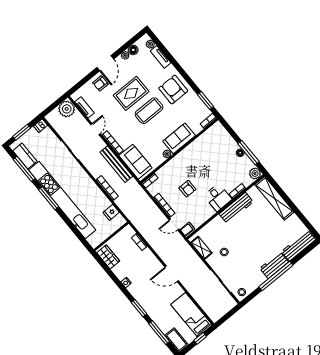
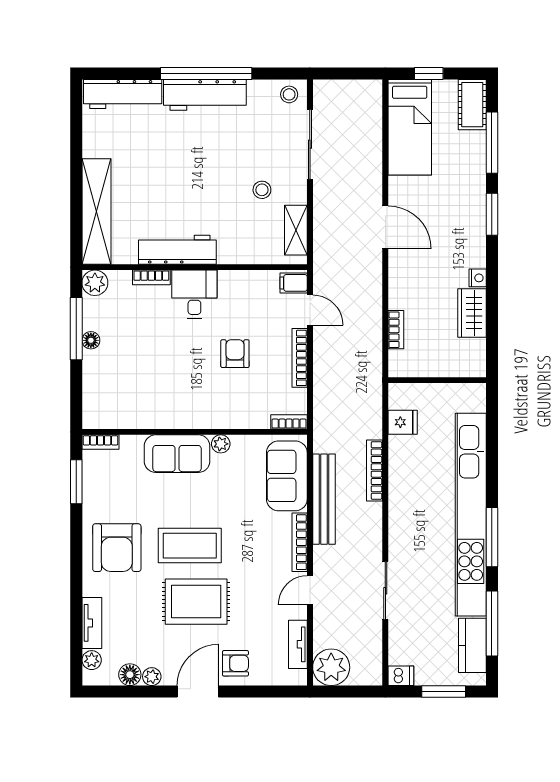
wardrobe: (108, 257) -> (472, 313), moved
workbench: (274, 265) -> (205, 95), width x1.38

